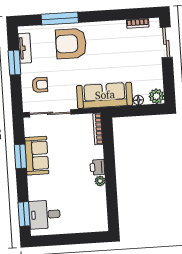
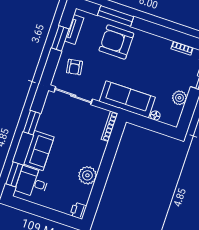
armchair: (40, 85) -> (74, 67), turned 81
plant: (156, 96) -> (179, 98), moved
sofa: (37, 156) -> (39, 151), moved
printer: (97, 167) -> (78, 211), moved
plant: (100, 181) -> (87, 175), width x1.87, depth x1.87

